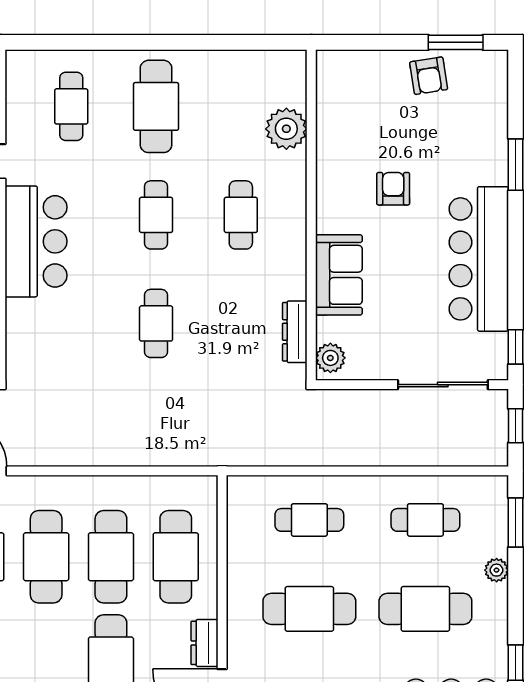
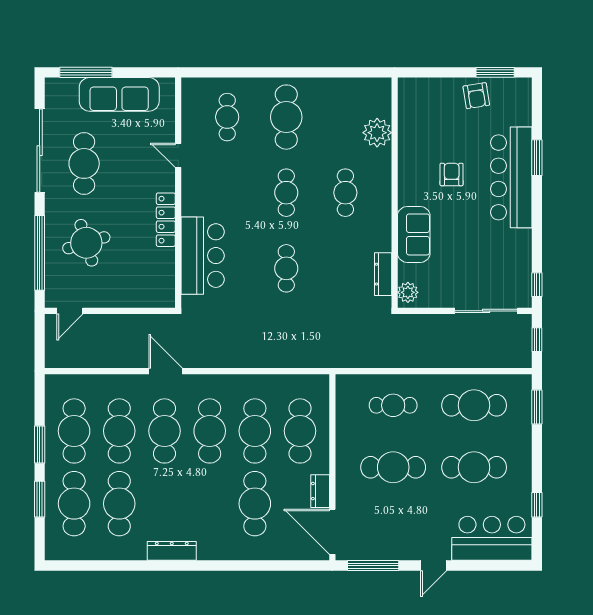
bar counter: (36, 241) -> (203, 256), moved
bar counter: (479, 259) -> (511, 177), moved
cafe table: (425, 520) -> (474, 405), width x1.37, depth x1.35
plant: (497, 570) -> (524, 440), removed

